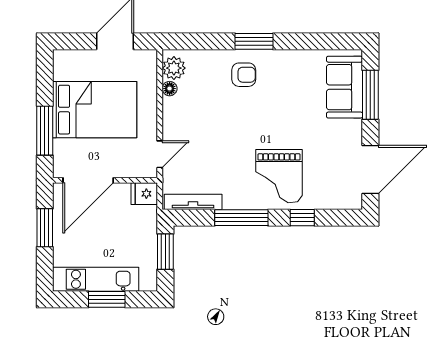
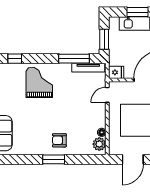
window: (241, 218) -> (74, 59), moved
window: (302, 218) -> (15, 59), moved

